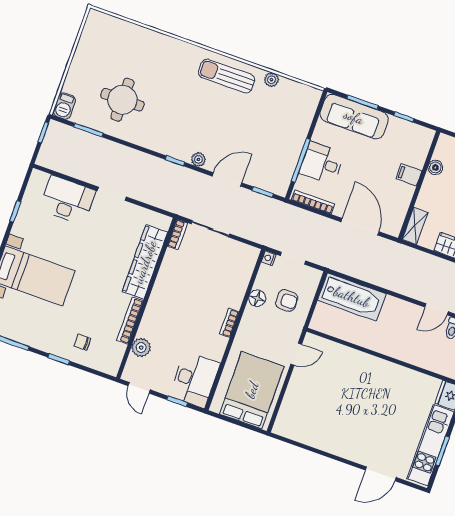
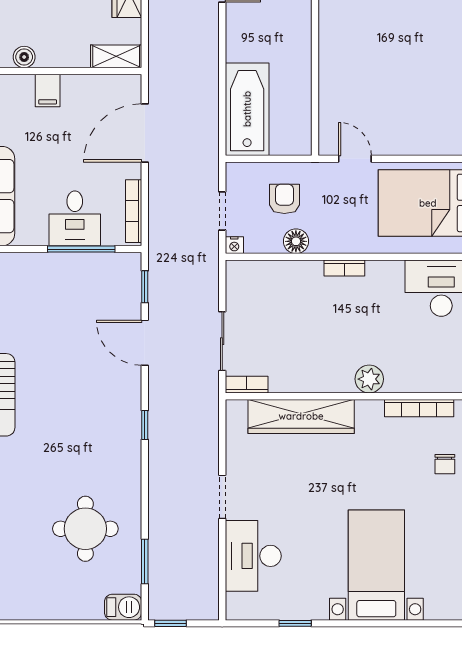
plant: (198, 159) -> (131, 393), removed
bookcase: (130, 321) -> (419, 408), moved
plant: (141, 348) -> (369, 379), moved

